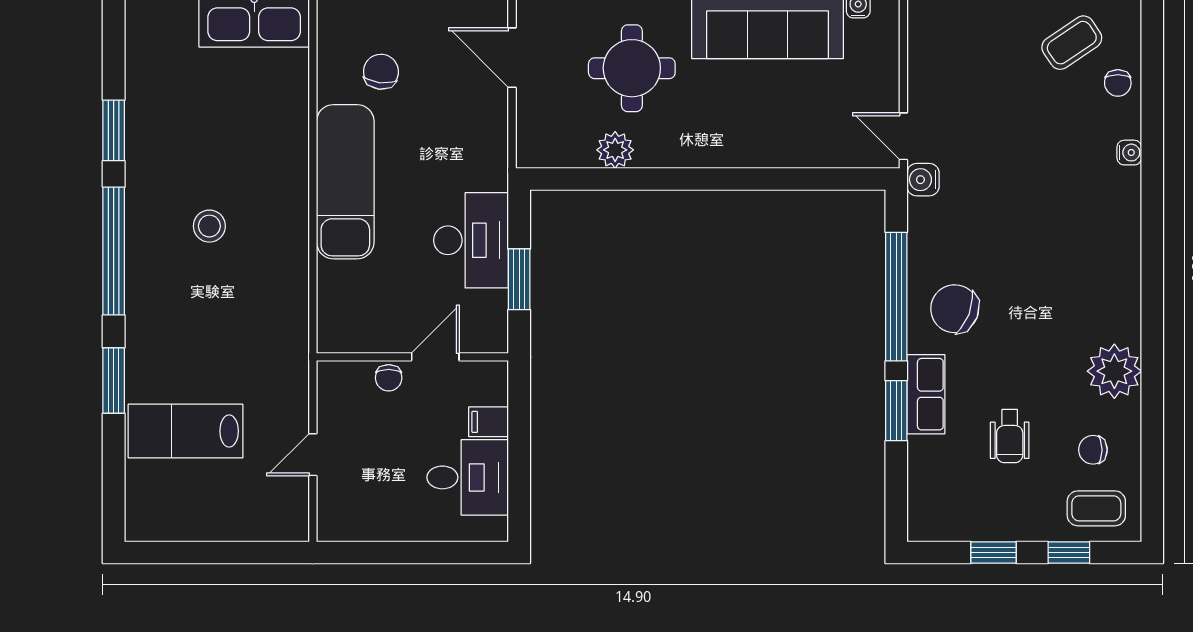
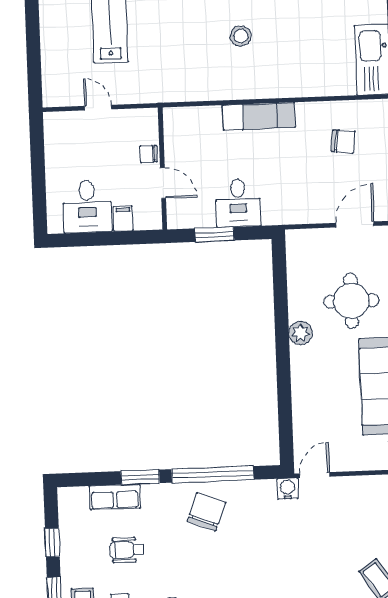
plant: (615, 150) -> (301, 333), moved
exam couch: (345, 182) -> (259, 116), width x0.73, depth x0.69
desk: (471, 240) -> (238, 203), width x0.73
row of seats: (926, 394) -> (115, 497), moved

